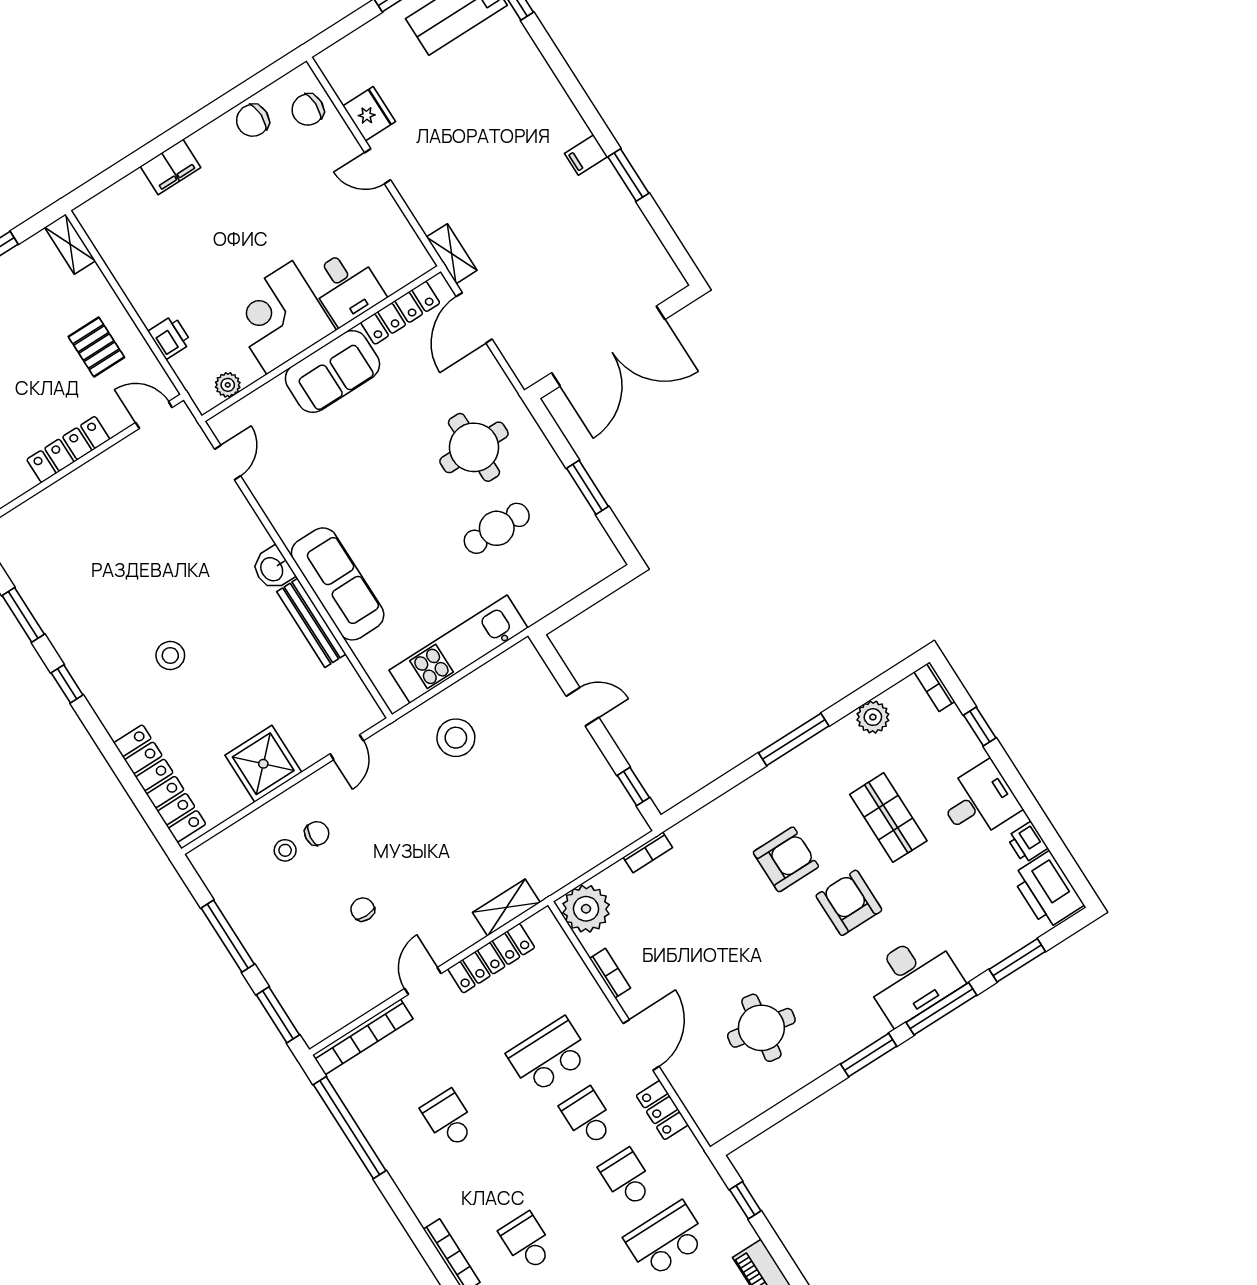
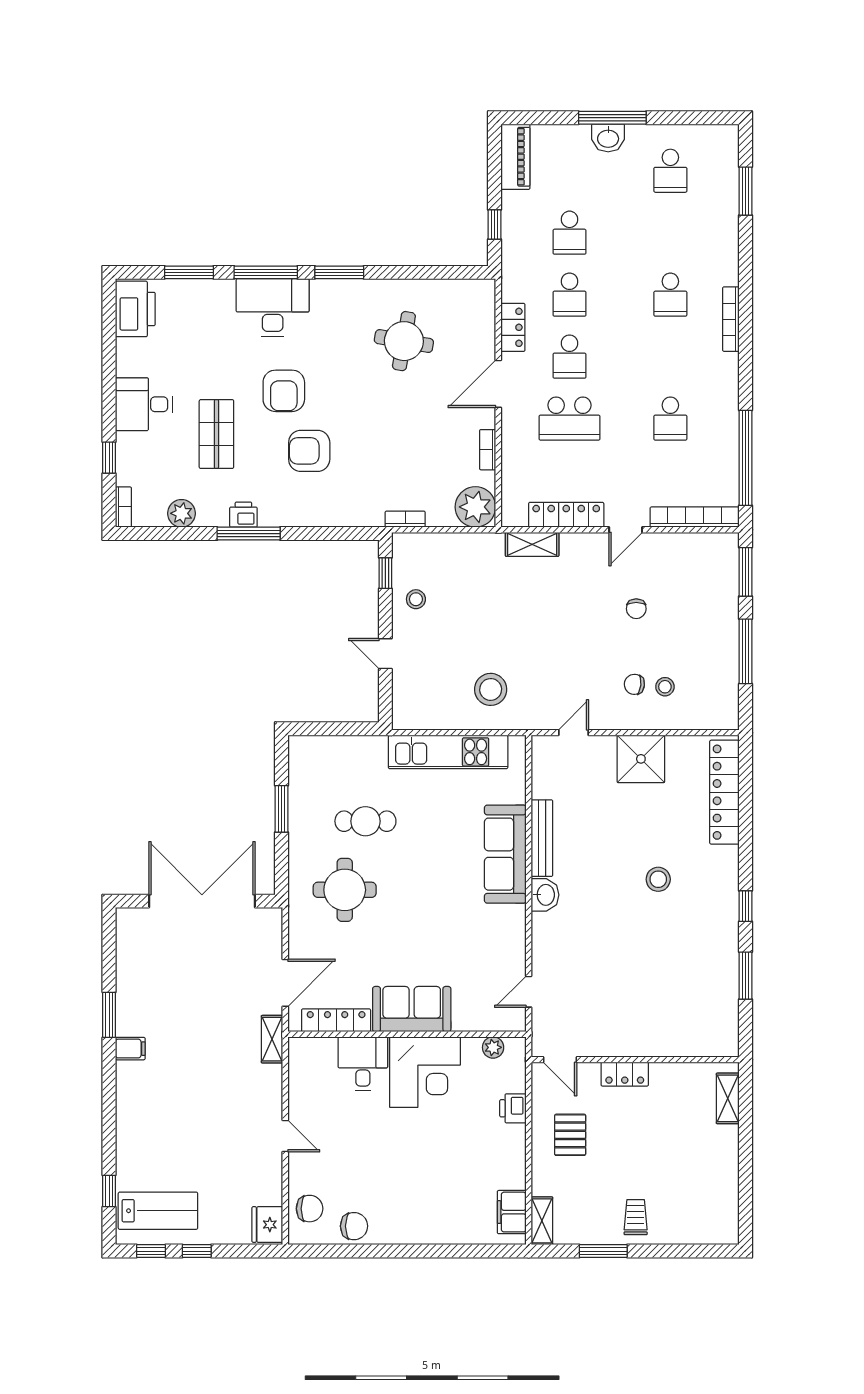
fridge: (369, 114) -> (267, 1225), moved
filing cabinet: (171, 167) -> (512, 1212), moved, turned -90
locker: (68, 449) -> (625, 1074), width x0.66
stool: (587, 780) -> (416, 599), added
printer: (1027, 842) -> (243, 515), moved, turned -90
school desk: (666, 1240) -> (569, 233), width x0.54

